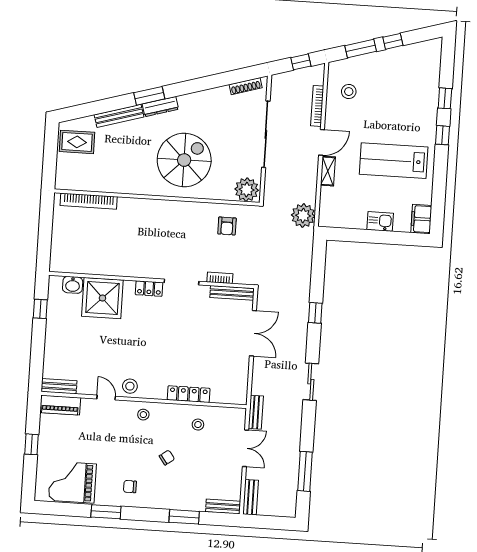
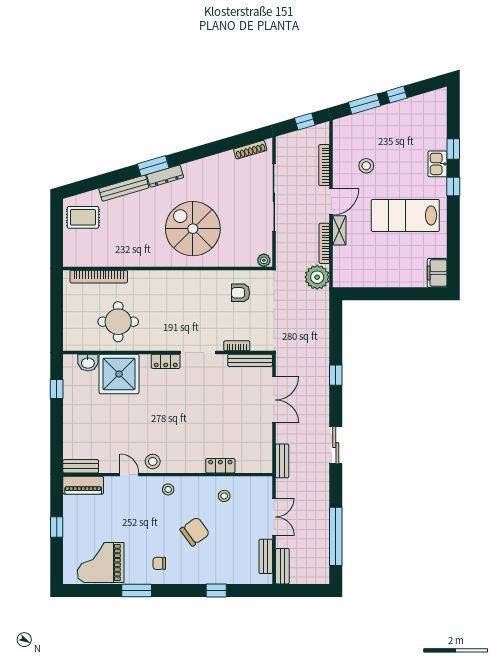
stool: (349, 92) -> (366, 166), moved
spiral stairs: (184, 160) -> (193, 229), turned -90
bookcase: (312, 183) -> (324, 243), added
plant: (247, 190) -> (264, 260), width x0.53, depth x0.53
kitchen sink: (380, 221) -> (437, 164), moved, turned -90
armchair: (227, 226) -> (241, 293), turned 90
round table: (105, 247) -> (118, 322), added
locker: (189, 394) -> (220, 466), width x0.66
bench: (256, 412) -> (282, 461), moved
chair: (167, 458) -> (195, 531), width x1.87, depth x1.87
window: (305, 471) -> (336, 536), width x1.46
bench: (223, 507) -> (266, 556), moved, turned 90
window: (184, 517) -> (216, 590), width x0.67

